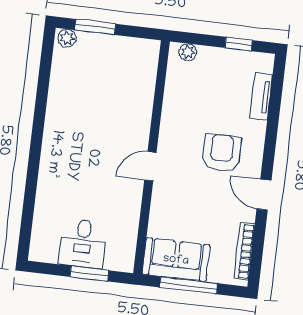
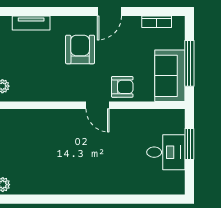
armchair: (222, 153) -> (80, 49), turned 90
armchair: (169, 199) -> (122, 87), added
bookcase: (244, 251) -> (157, 22), width x0.64

